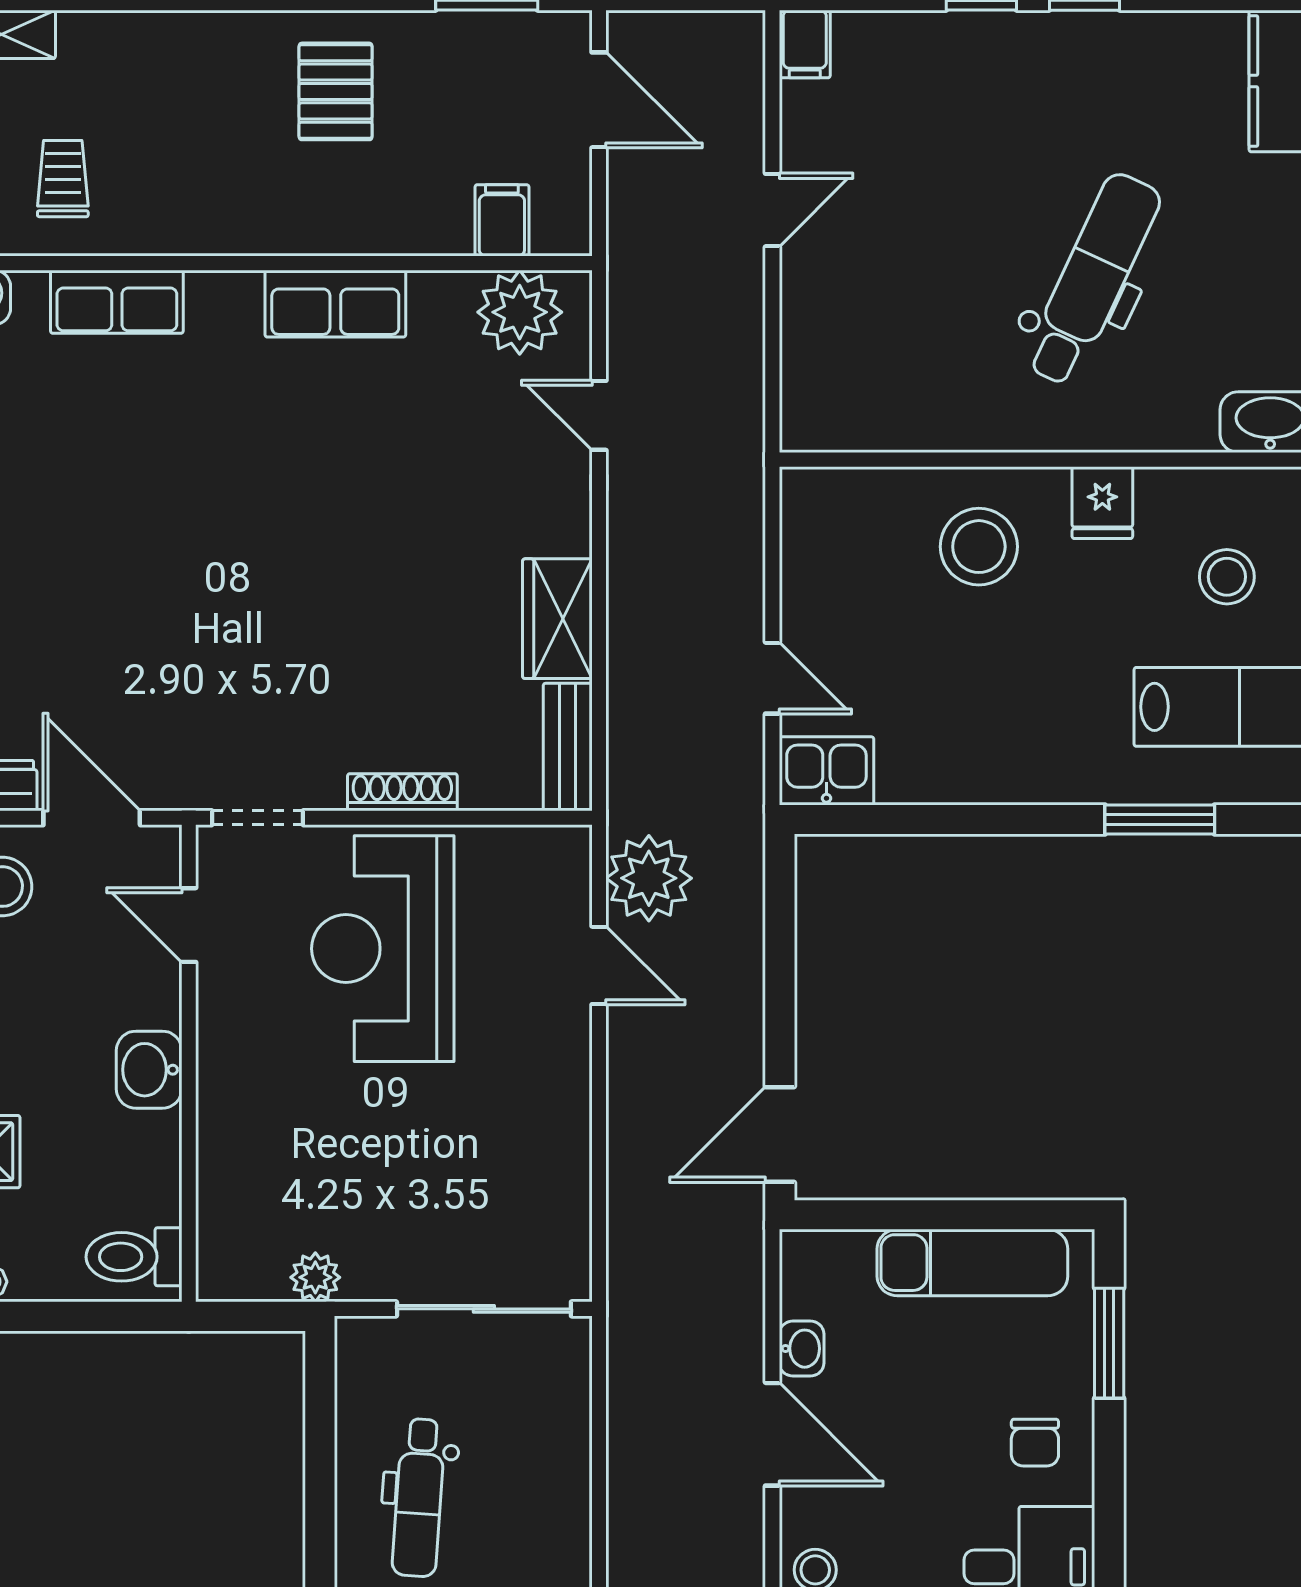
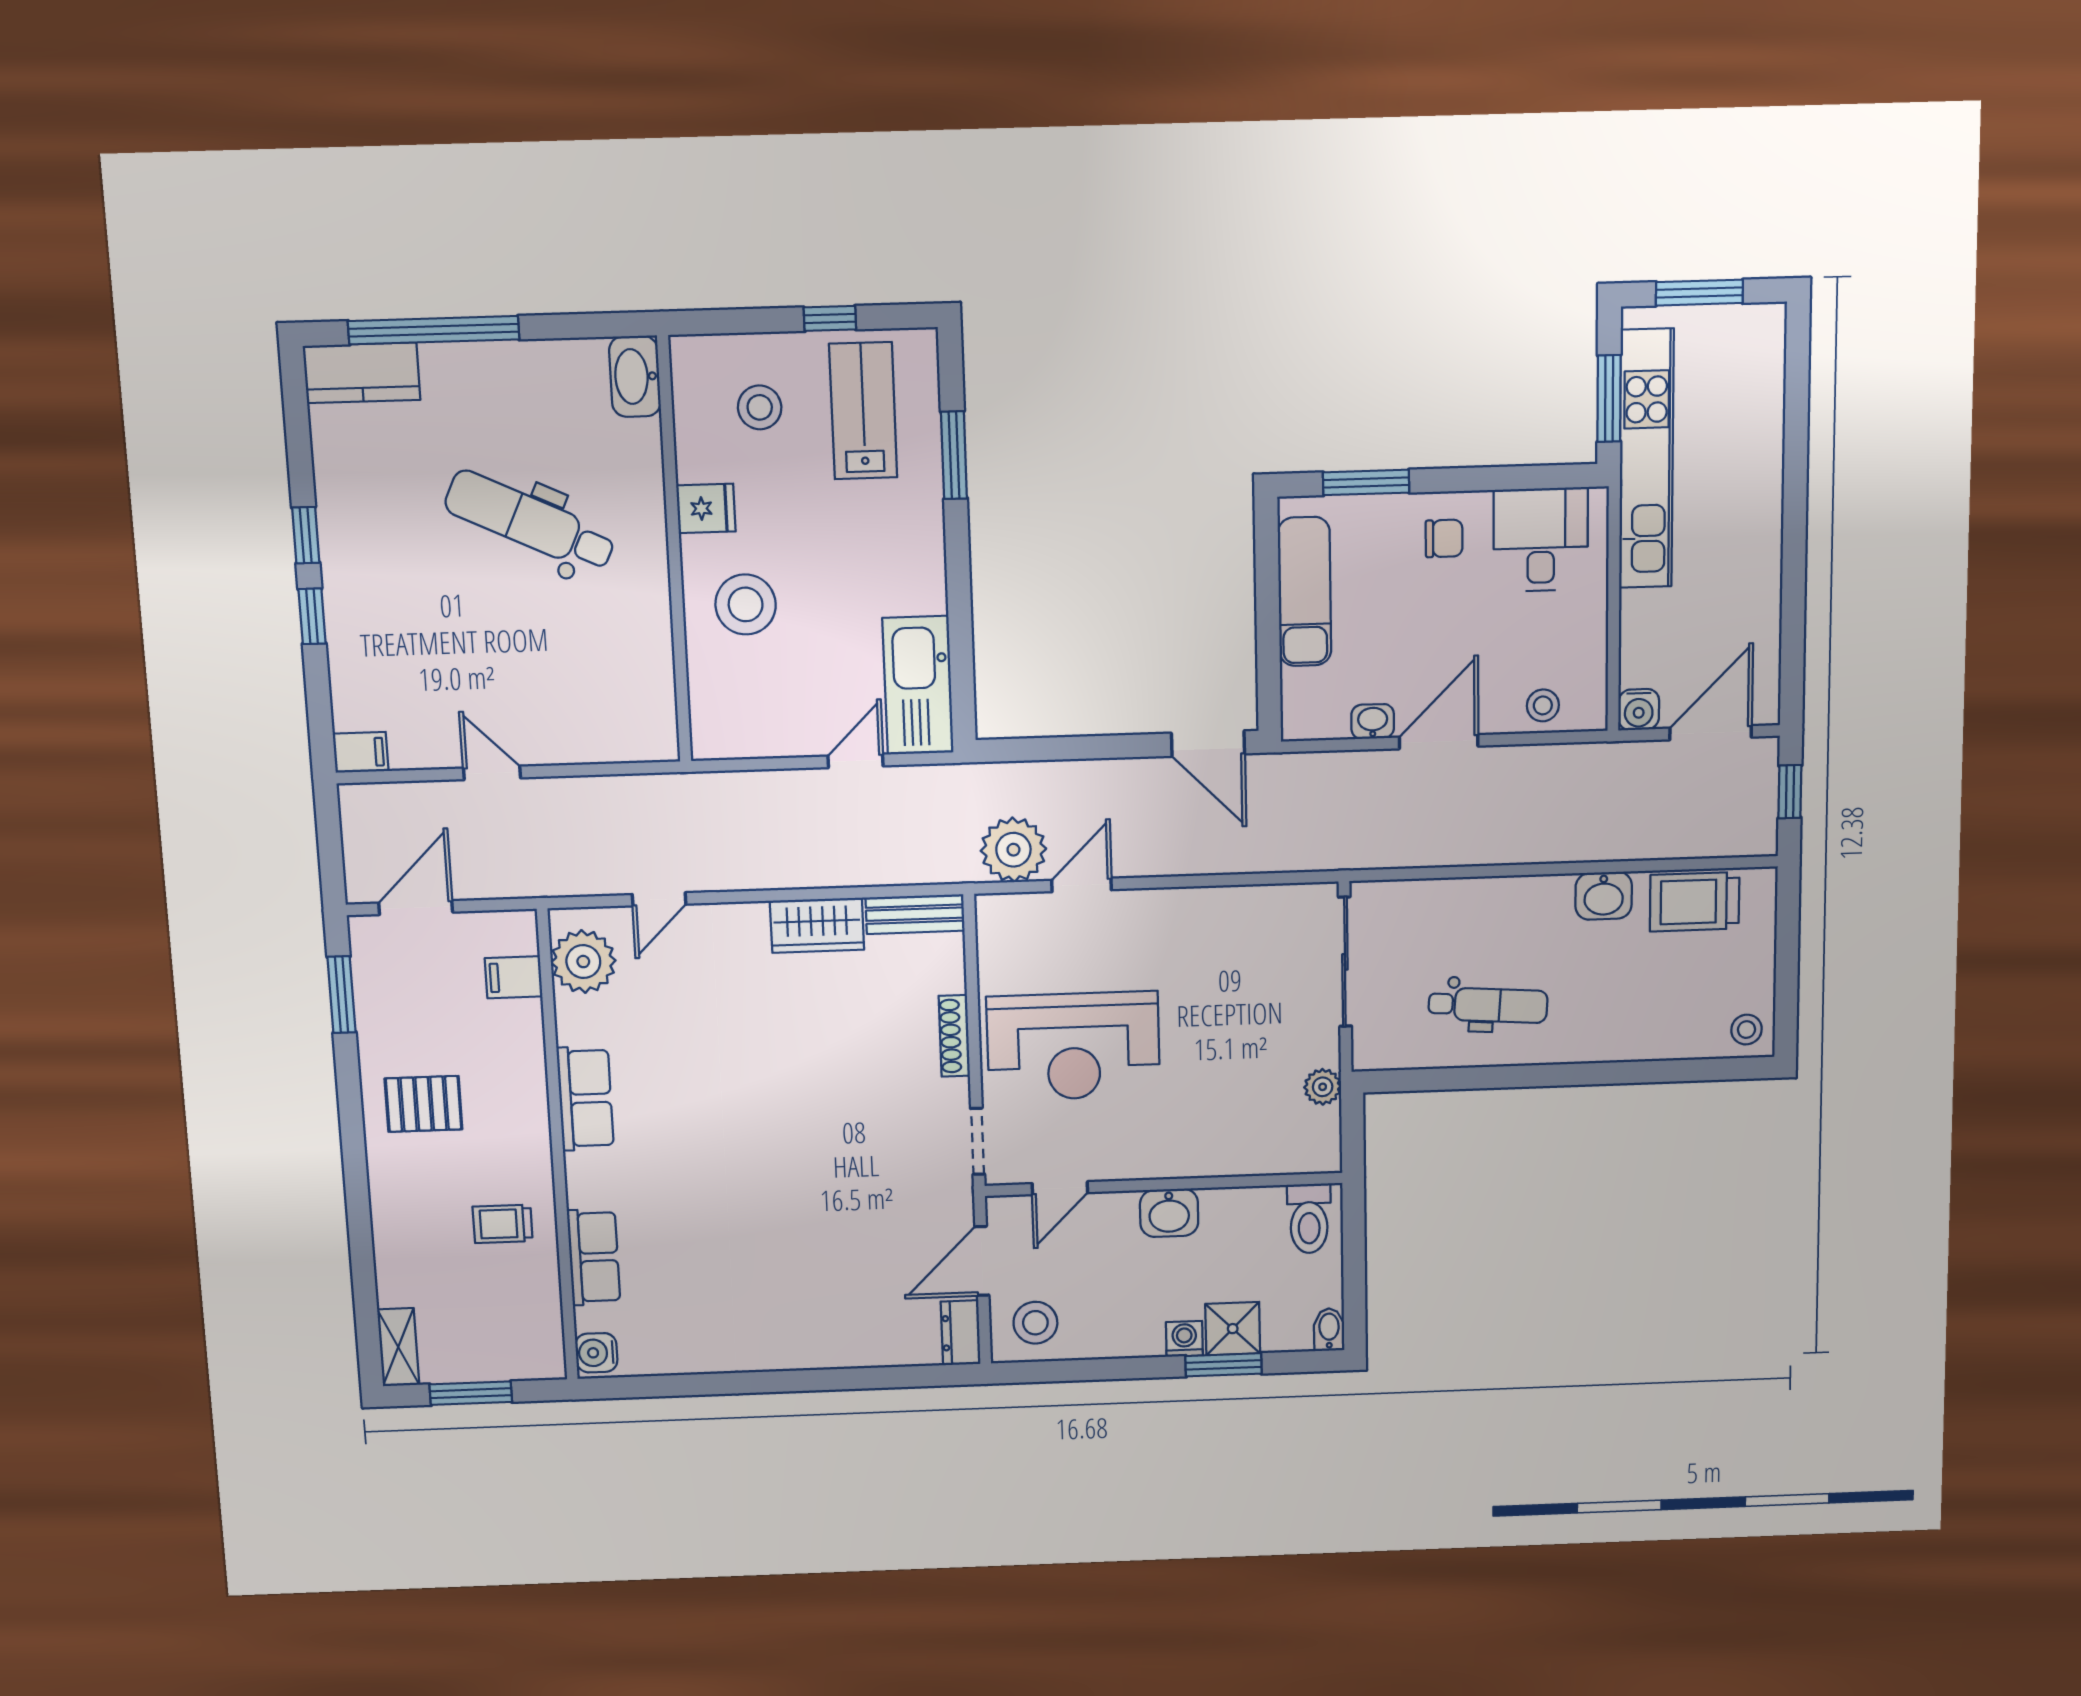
trolley: (63, 179) -> (503, 1224), moved
kitchen sink: (826, 771) -> (918, 685), width x1.88, depth x1.24

